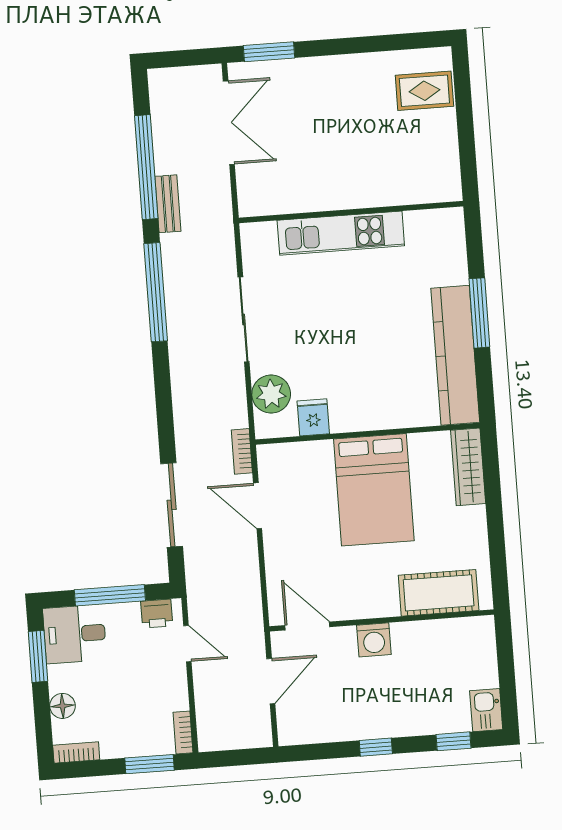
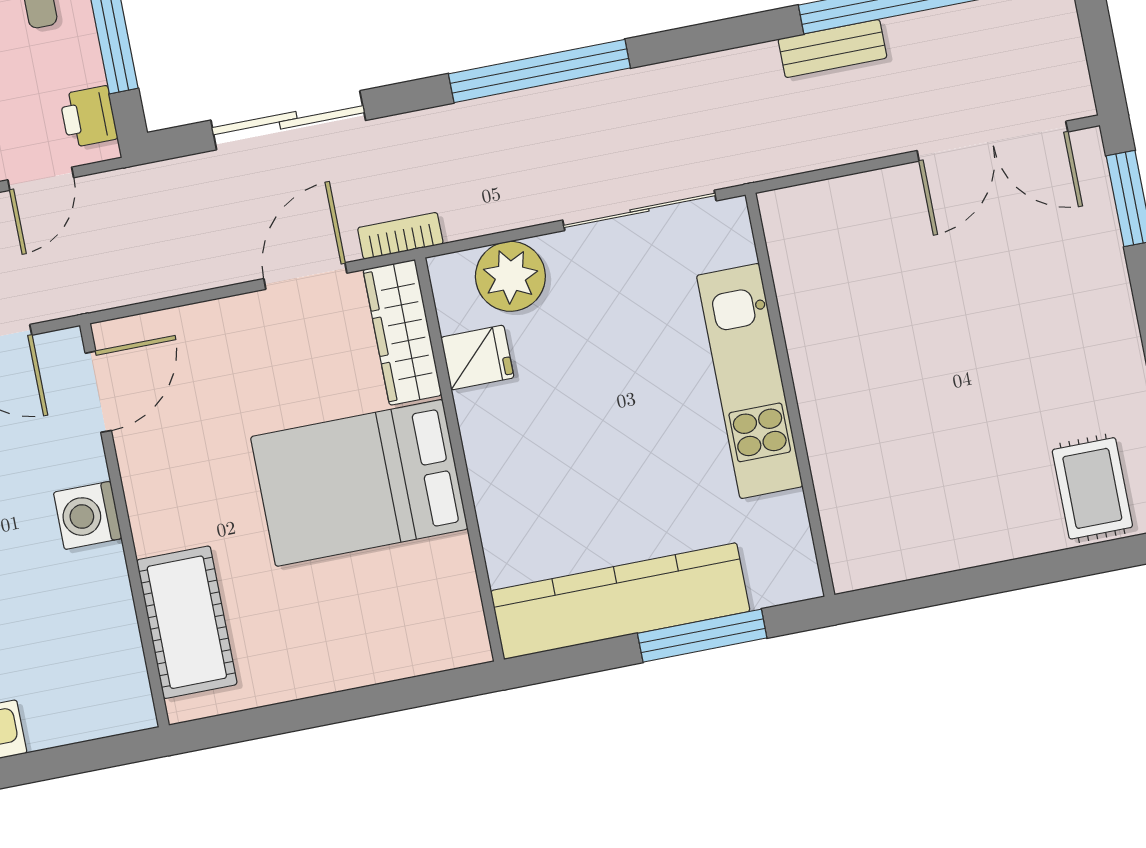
wall: (351, 212) -> (790, 395), moved
kitchen unit: (341, 233) -> (750, 381), moved
window: (156, 292) -> (539, 71), moved
wardrobe: (468, 467) -> (402, 332), moved, turned -90

